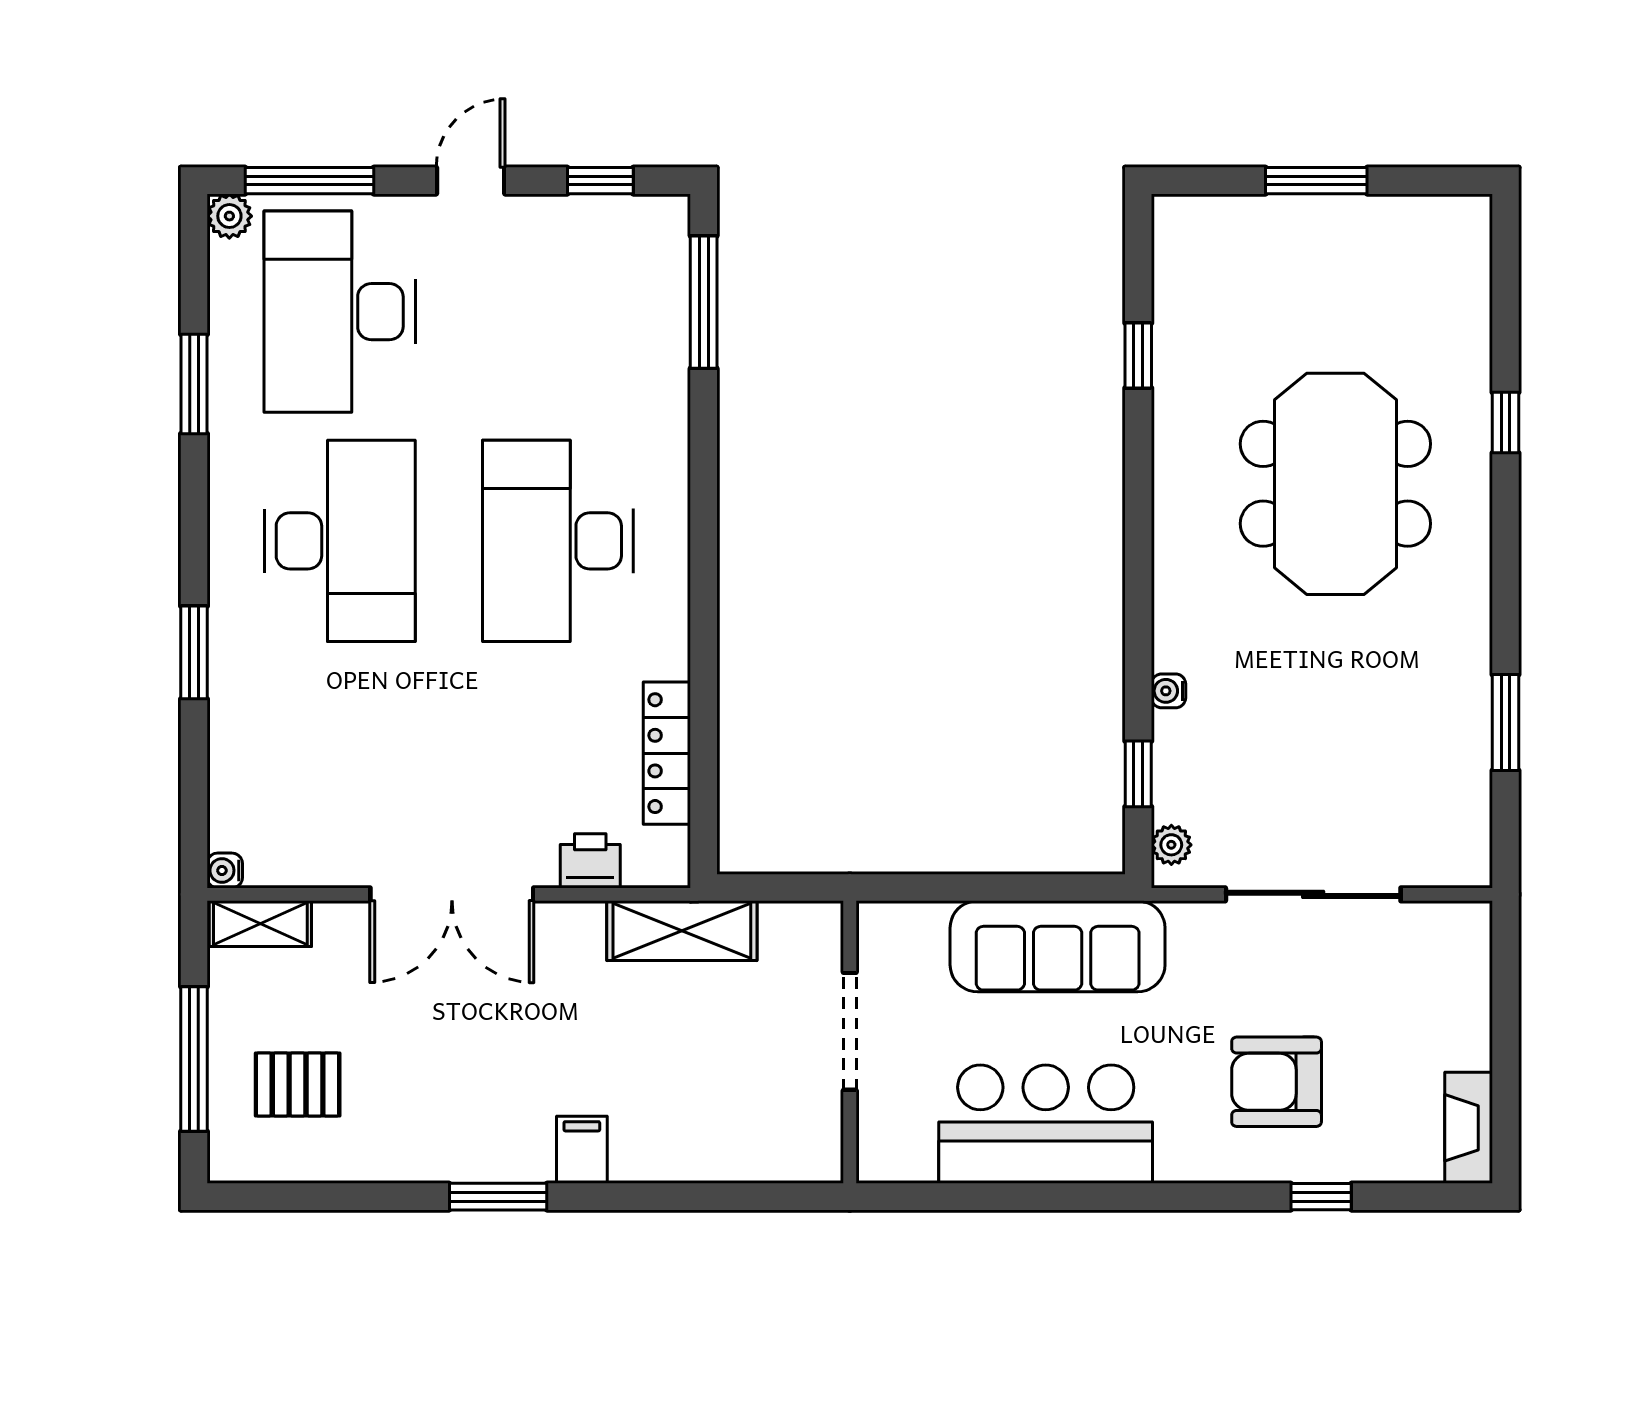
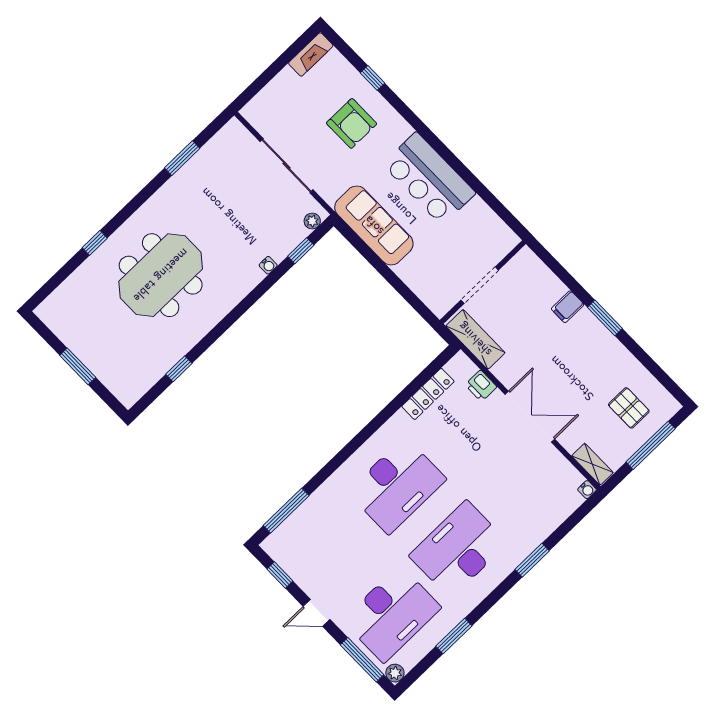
doorway: (850, 1031) -> (480, 285), moved
wall: (850, 1042) -> (483, 282), moved

